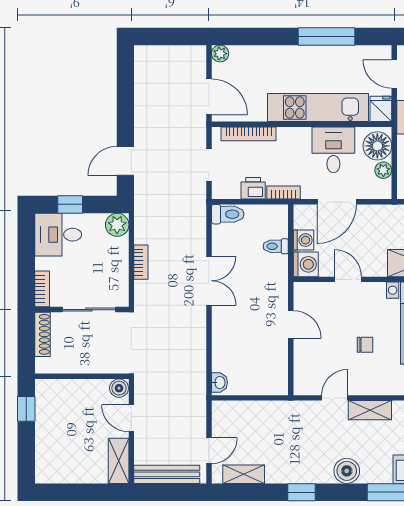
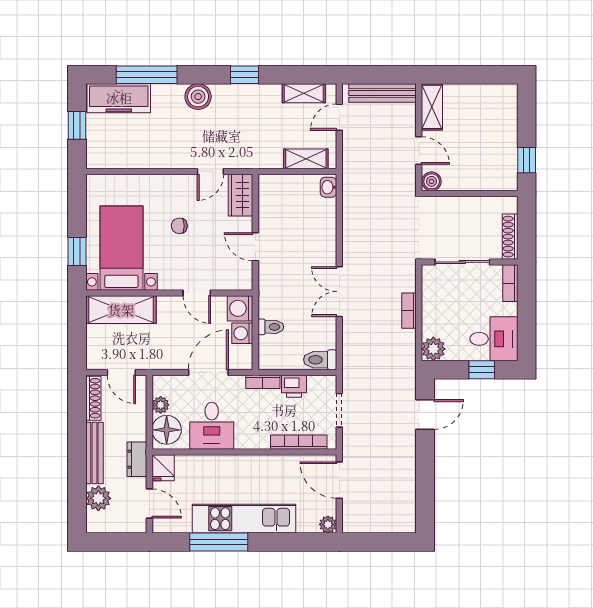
kitchen unit: (318, 107) -> (244, 519), moved, turned 180
wardrobe: (305, 375) -> (241, 195), added
shelving: (370, 410) -> (306, 159), moved

